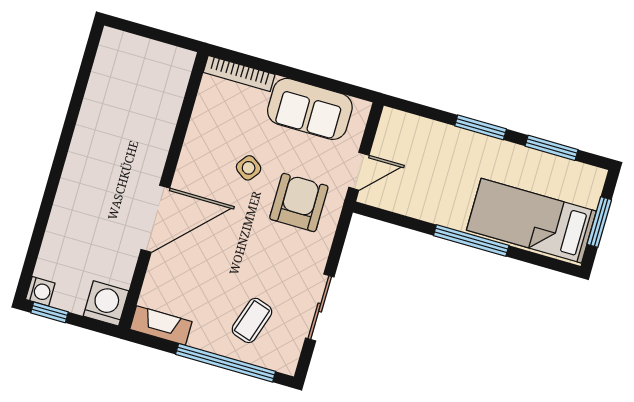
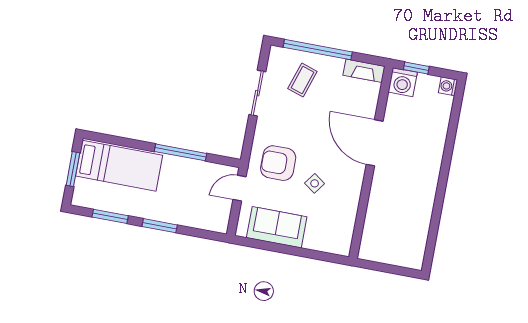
bookcase: (239, 73) -> (327, 247), removed
armchair: (299, 203) -> (278, 163), turned 90
door: (155, 219) -> (375, 143), hinge flipped
window: (471, 240) -> (180, 152), moved
window: (50, 312) -> (416, 68), moved

